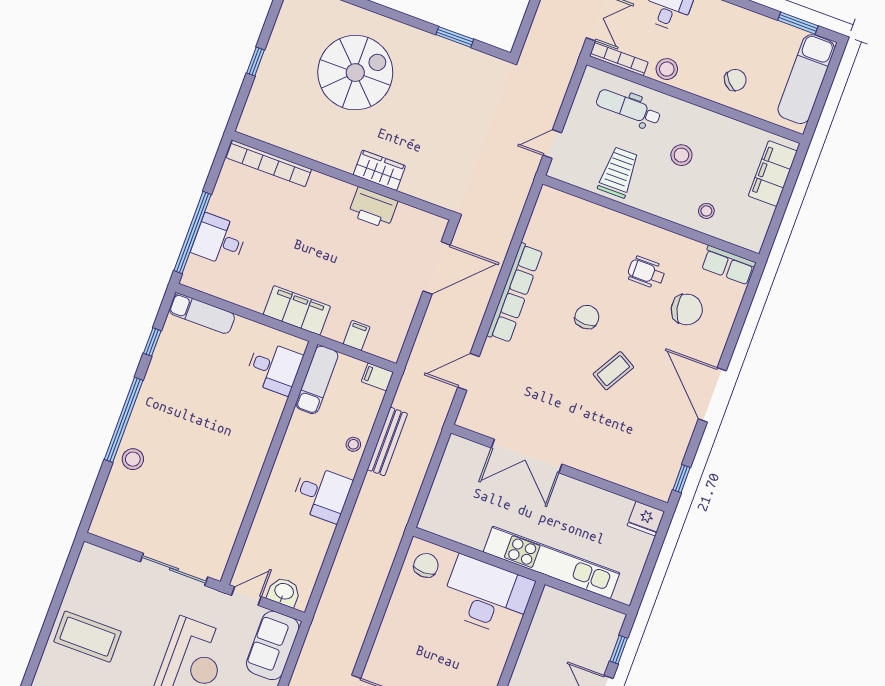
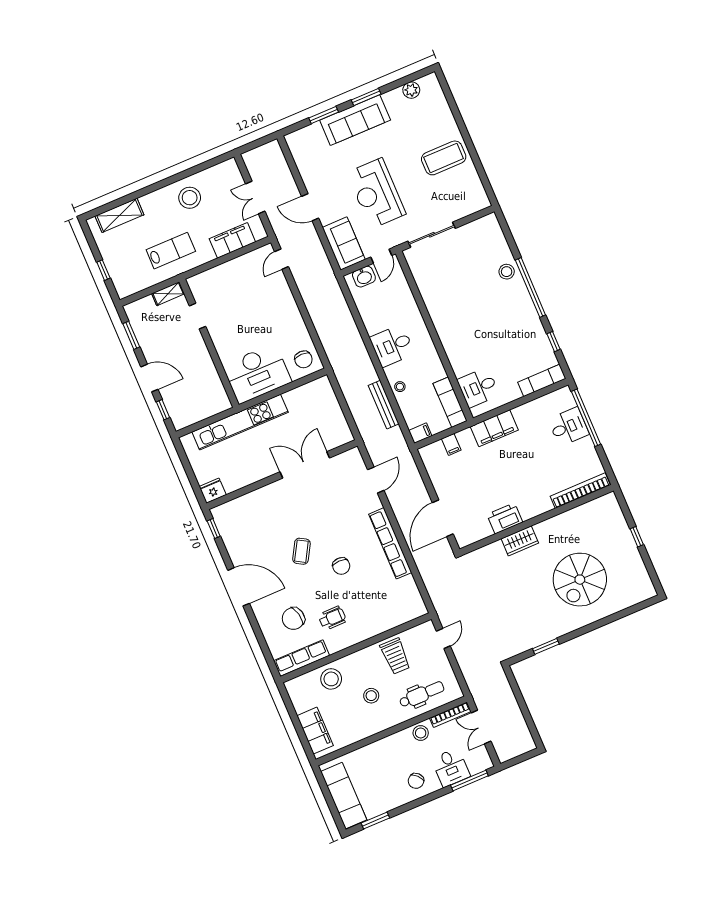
chair: (735, 80) -> (416, 781), moved
stool: (706, 211) -> (331, 679), width x1.89, depth x1.89
row of seats: (728, 265) -> (301, 658), width x1.48

